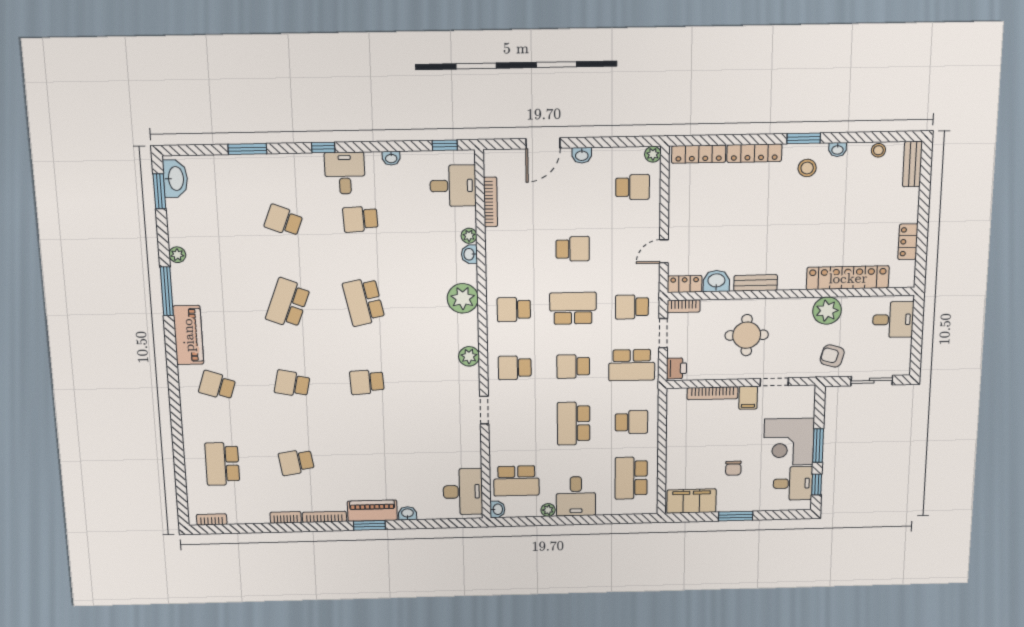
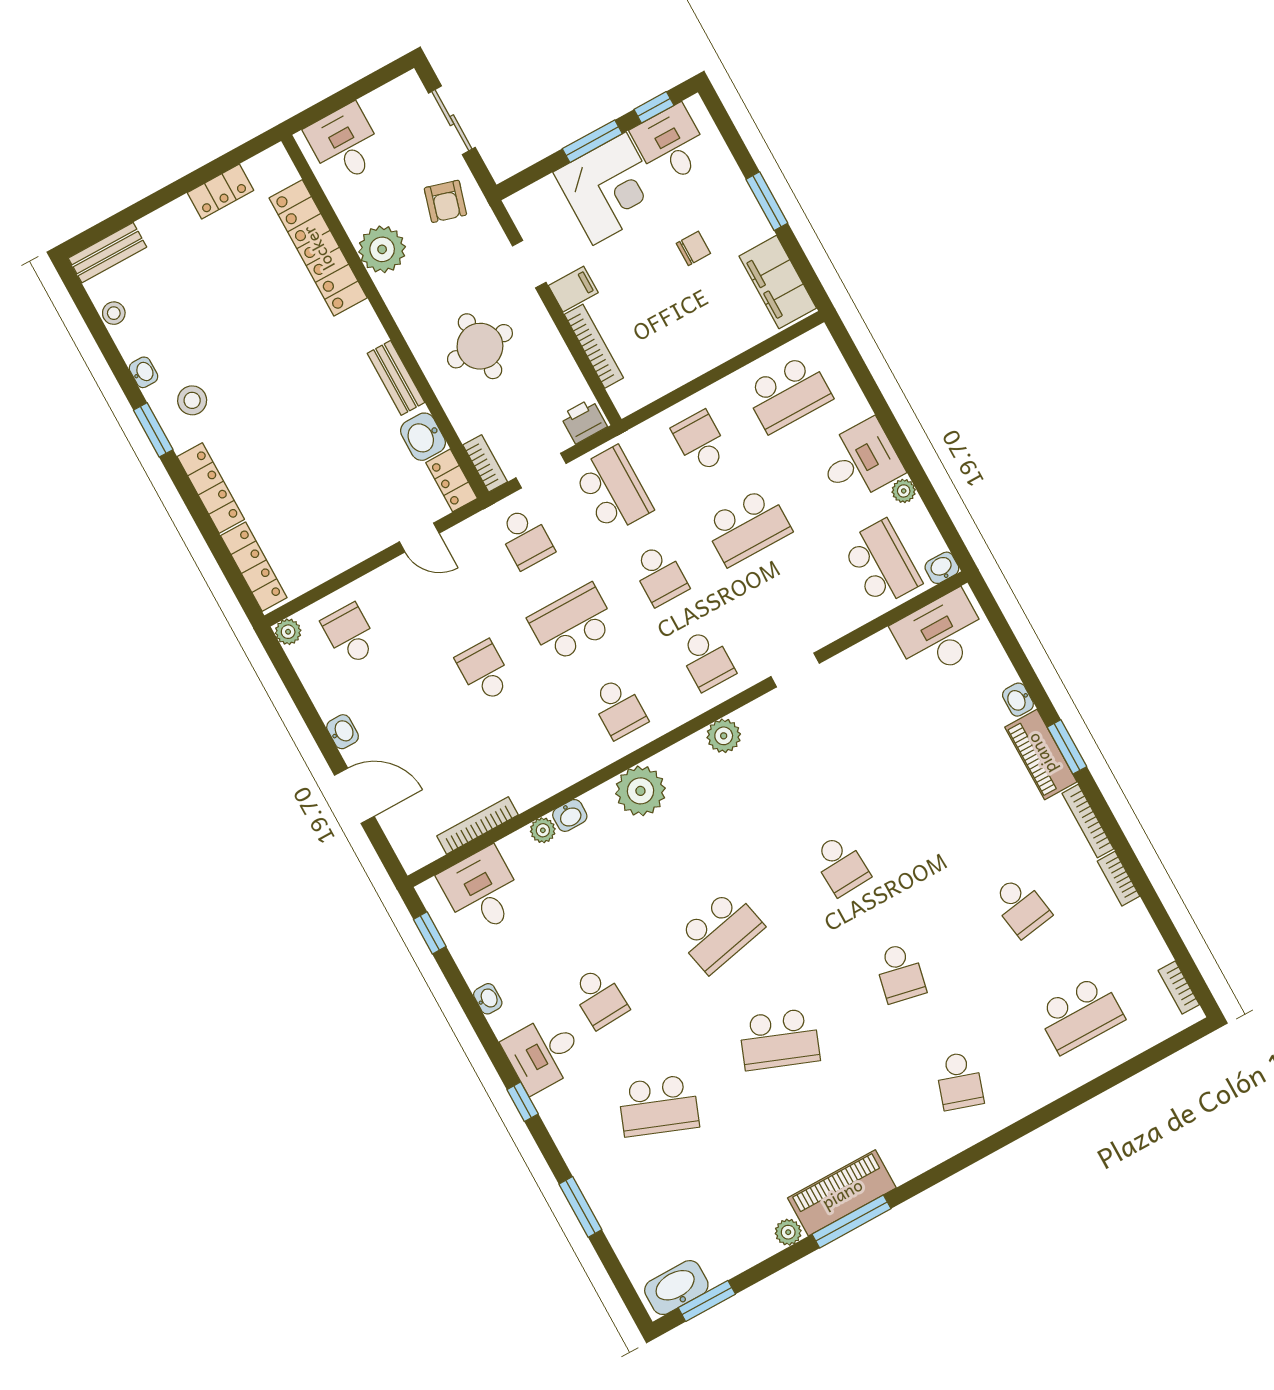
school desk: (284, 221) -> (659, 1106), width x1.85
school desk: (573, 308) -> (572, 623), turned 90
piano: (188, 335) -> (842, 1193), moved

